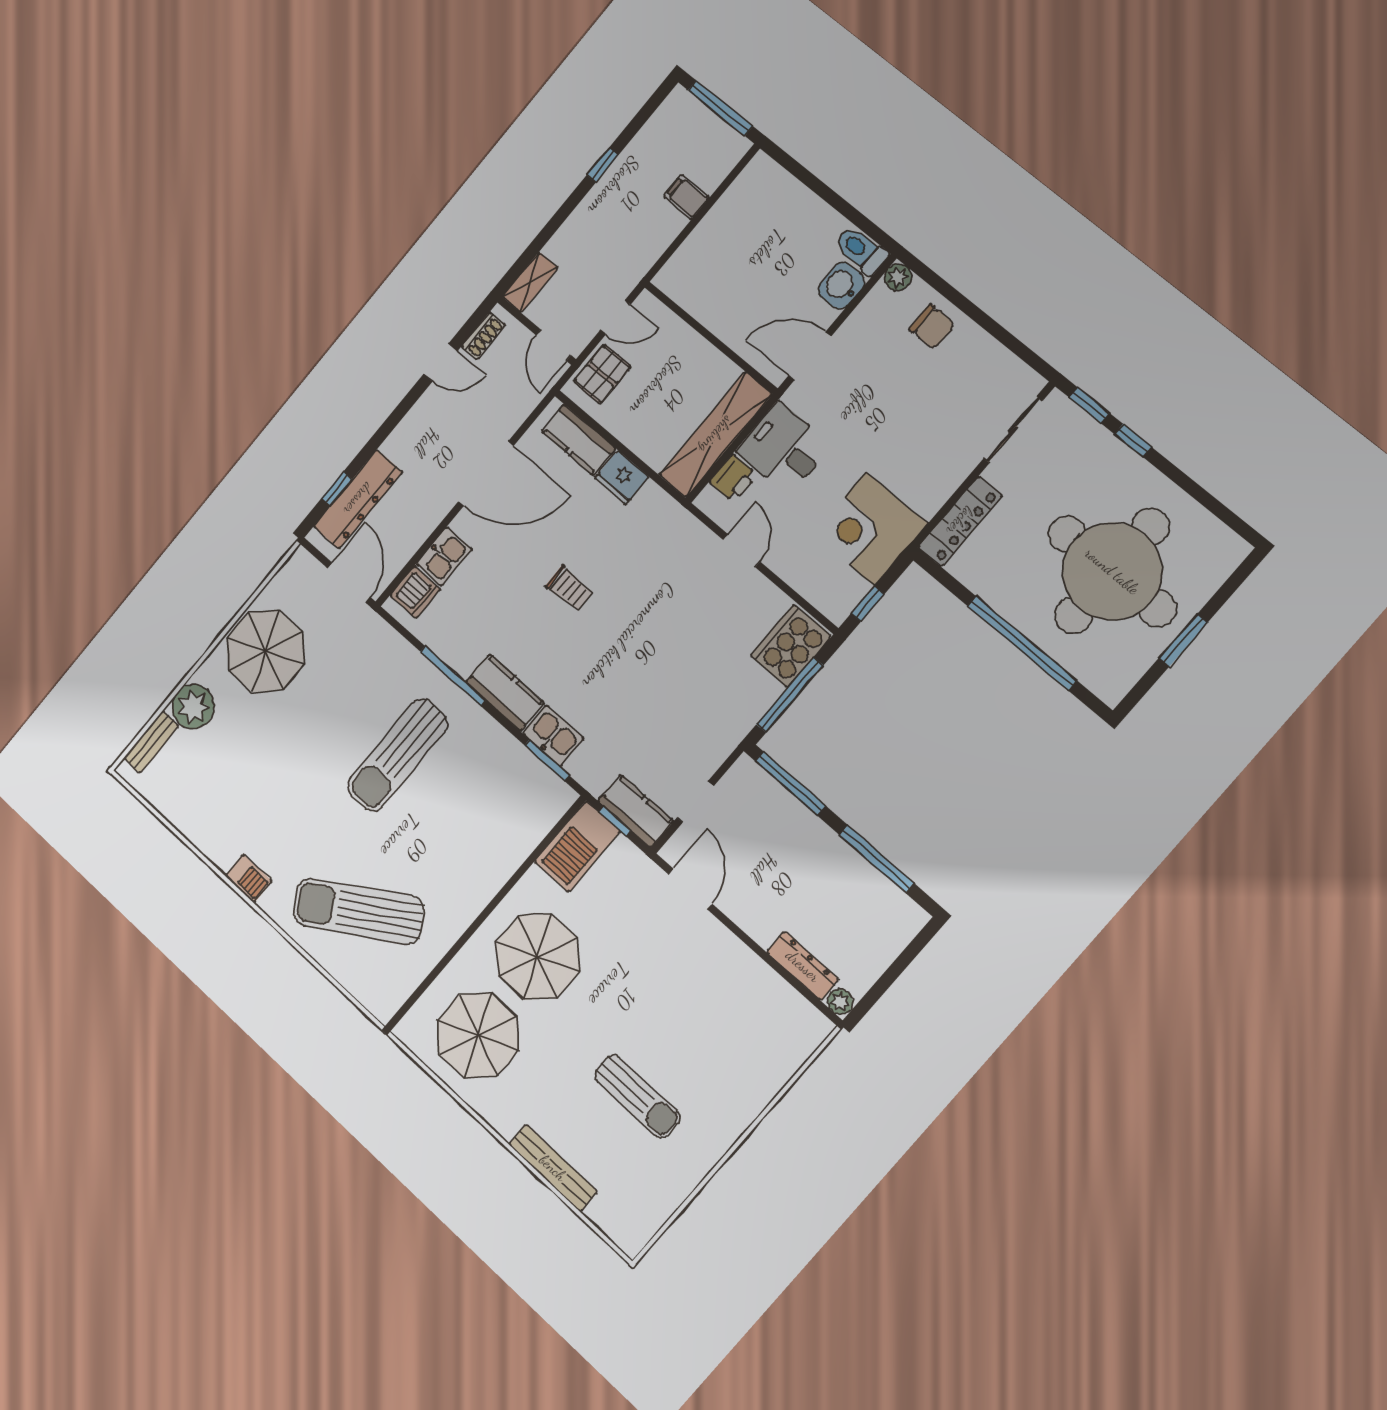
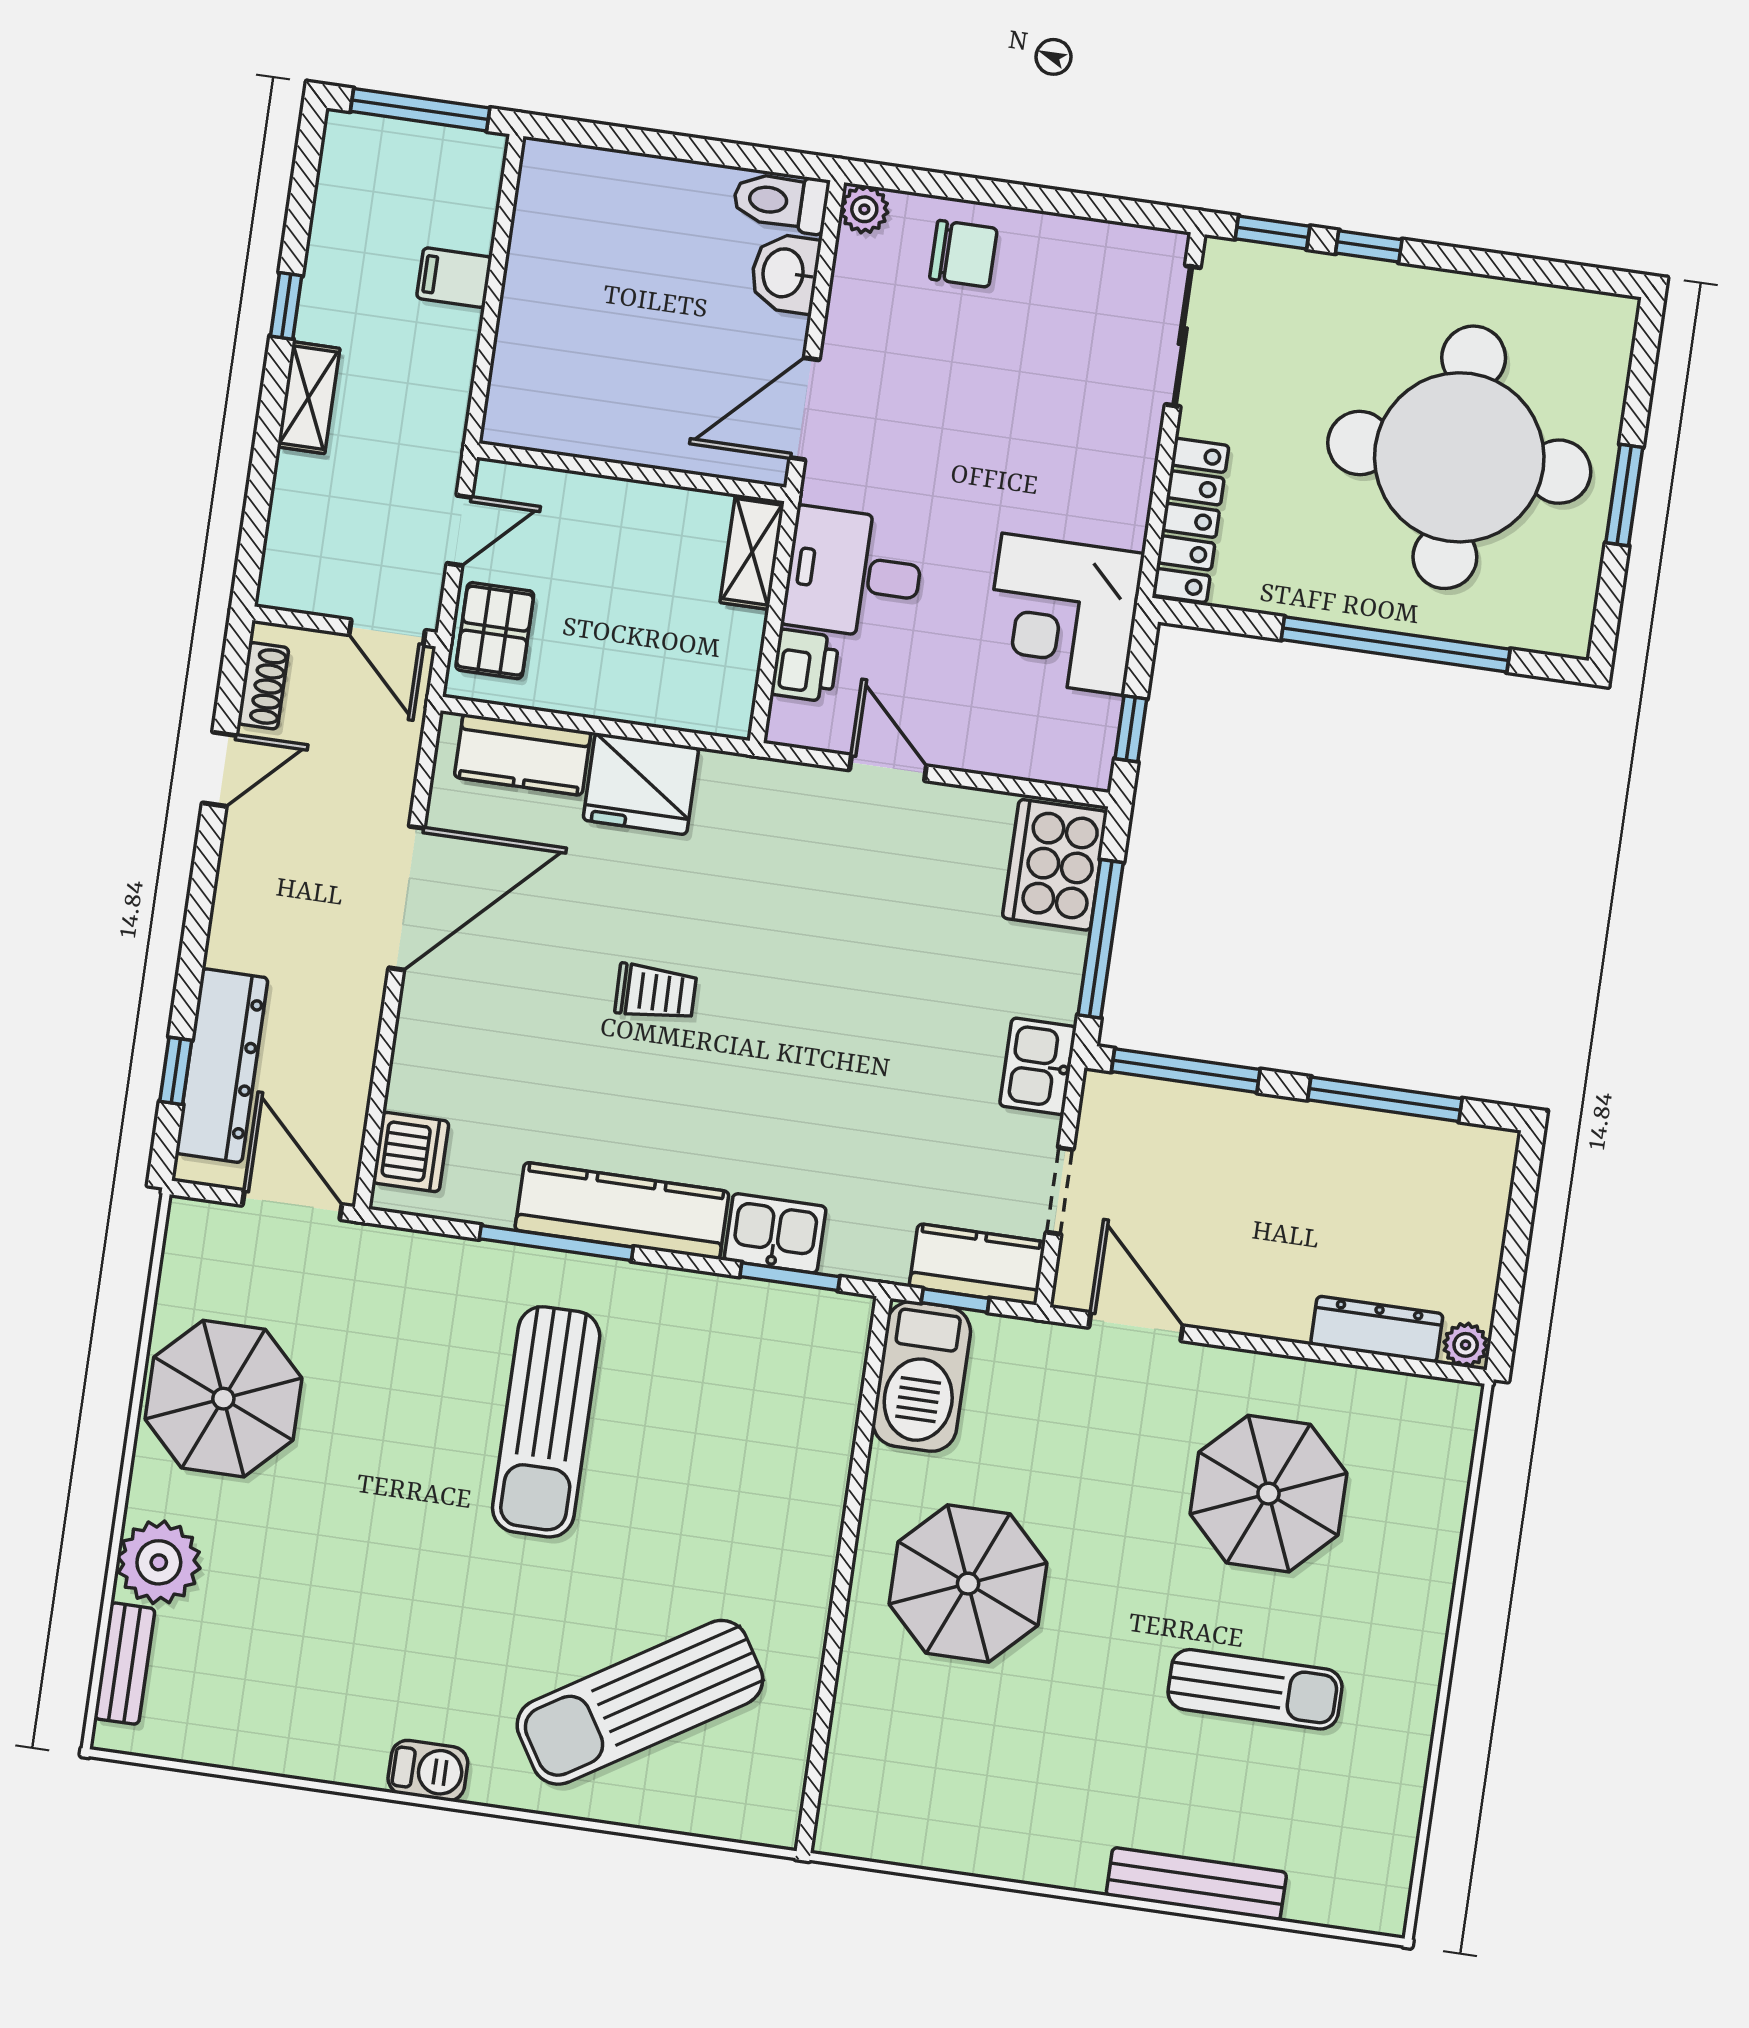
shelving: (530, 282) -> (309, 398), moved
shelving: (716, 435) -> (752, 552), width x0.45, depth x0.75
fridge: (622, 477) -> (641, 784), width x1.36, depth x1.34
kitchen sink: (444, 556) -> (1038, 1066), moved, turned 180
kitchen counter: (505, 693) -> (622, 1211), width x1.50
parasol: (478, 1035) -> (1268, 1494), moved

